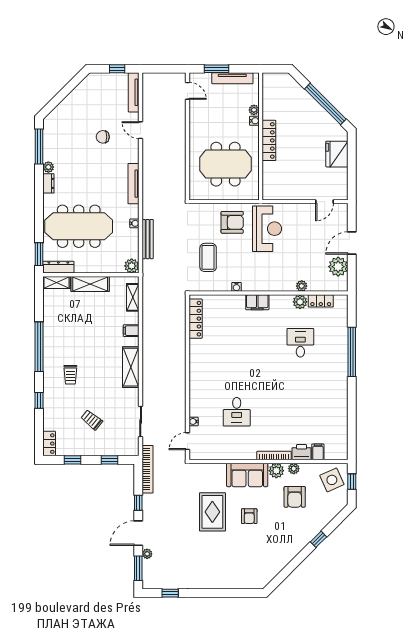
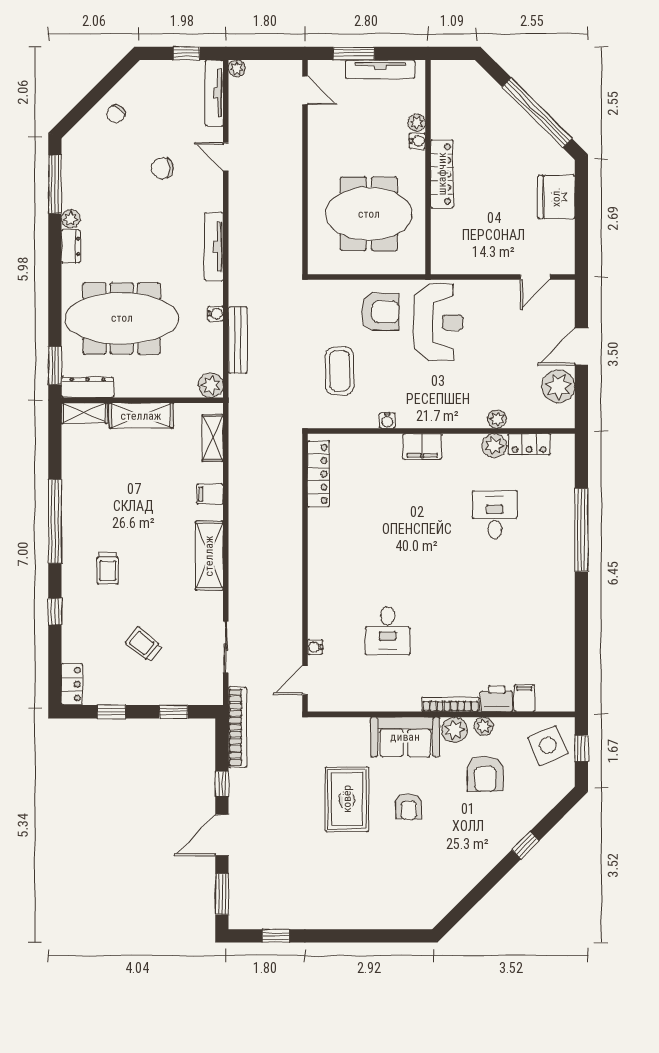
chair: (75, 105) -> (116, 114), added
plant: (147, 554) -> (237, 68), moved

